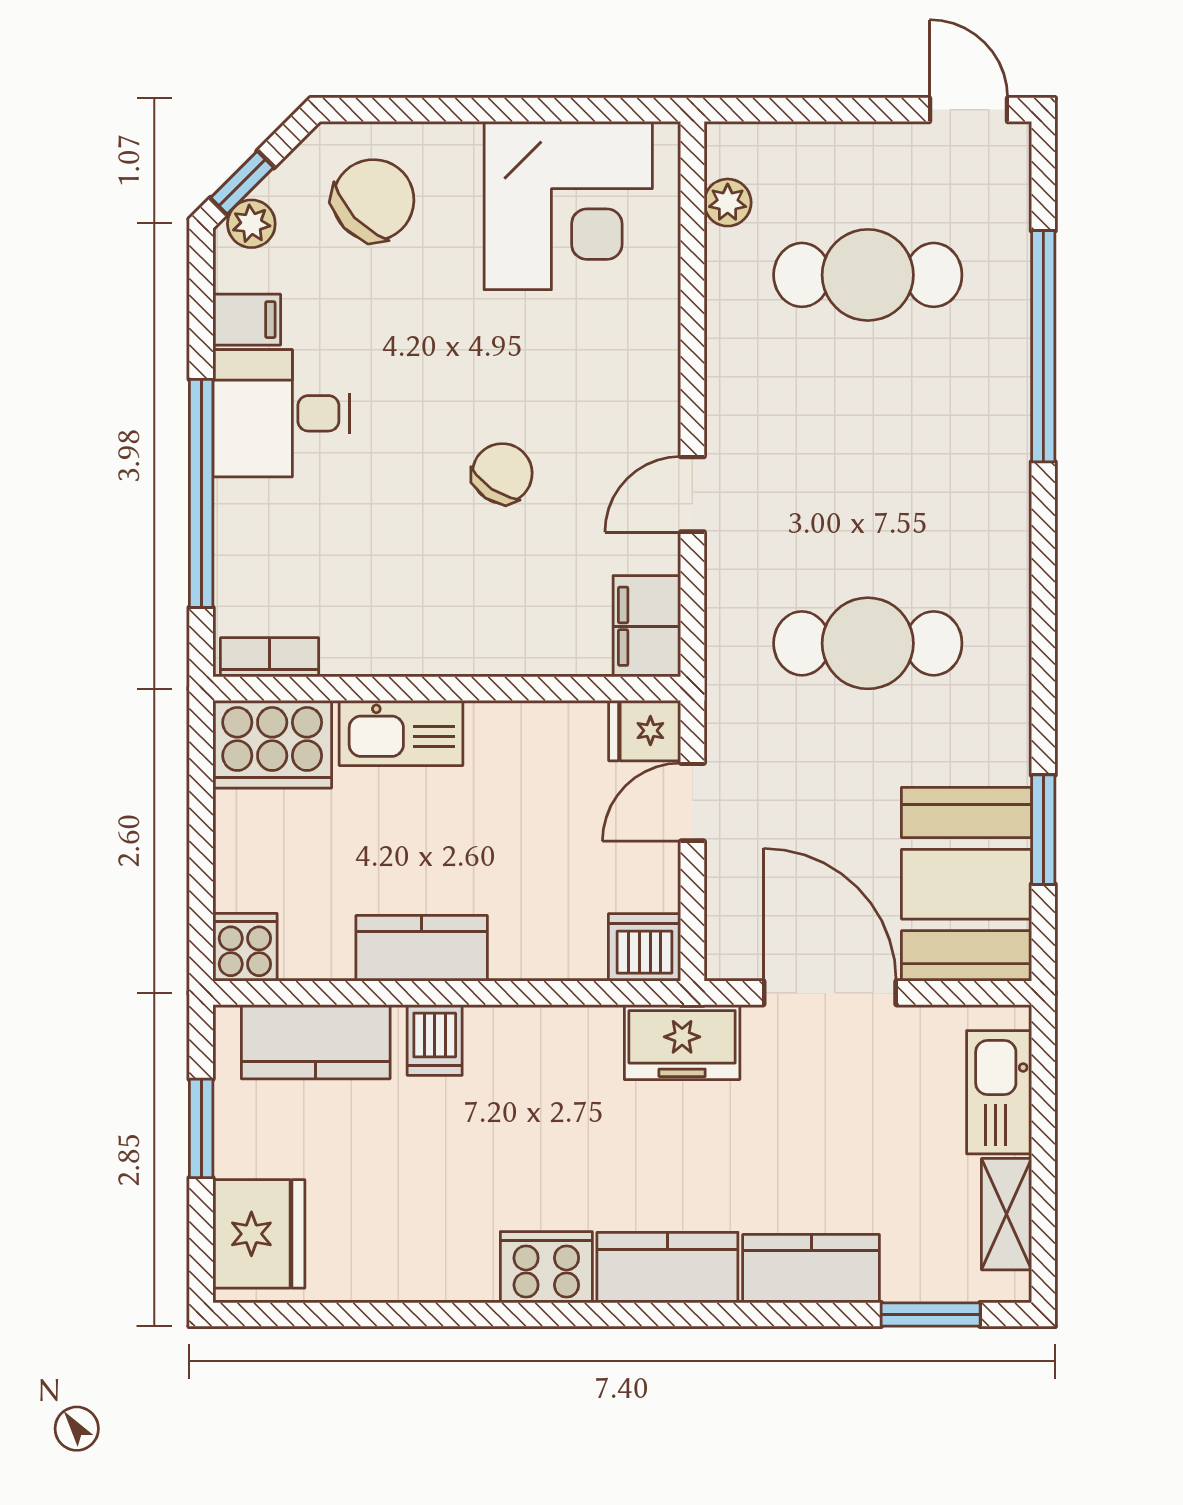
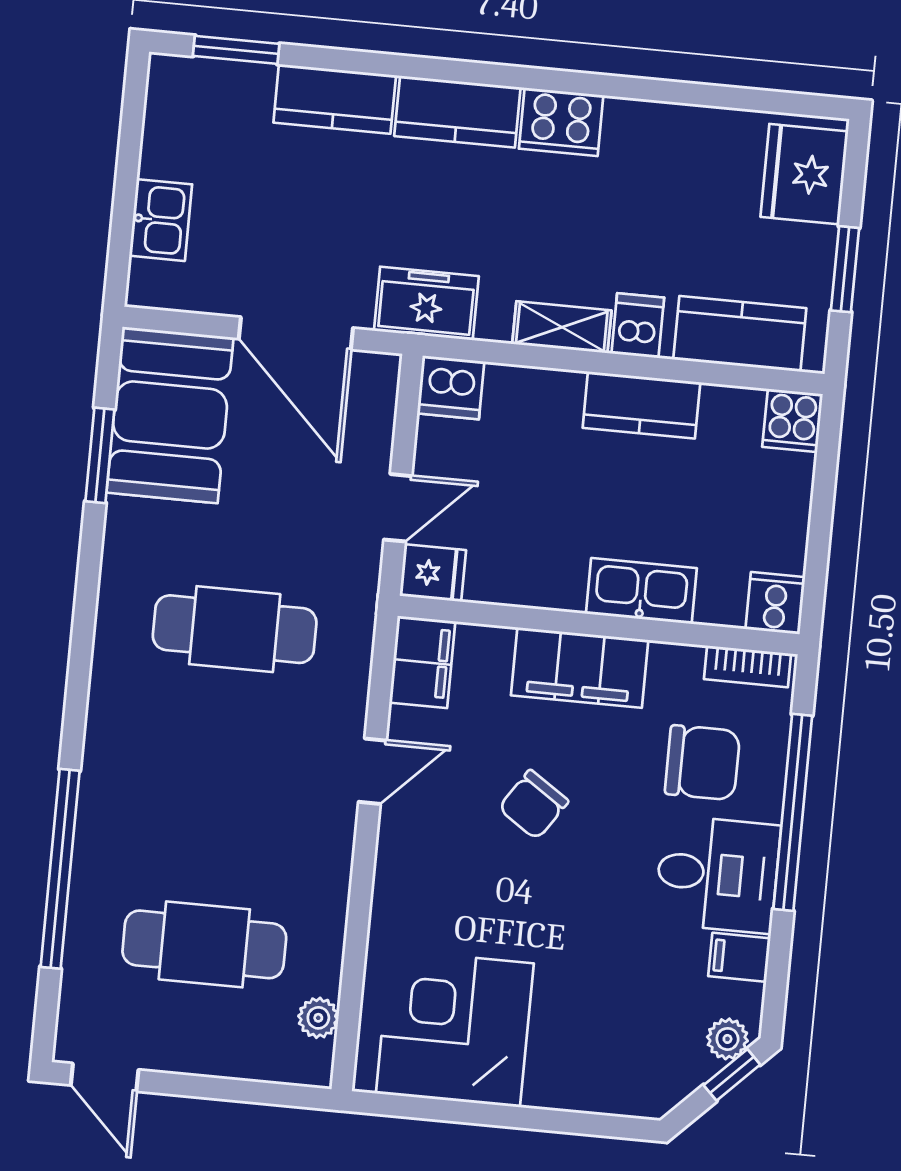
chair: (373, 200) -> (702, 763), moved, turned -137
filing cabinet: (464, 637) -> (580, 668), added
cooker: (272, 744) -> (775, 603), width x0.53, depth x0.76
kitchen sink: (999, 1092) -> (161, 220), width x0.73
shelving: (1007, 1214) -> (562, 327), moved, turned 90

